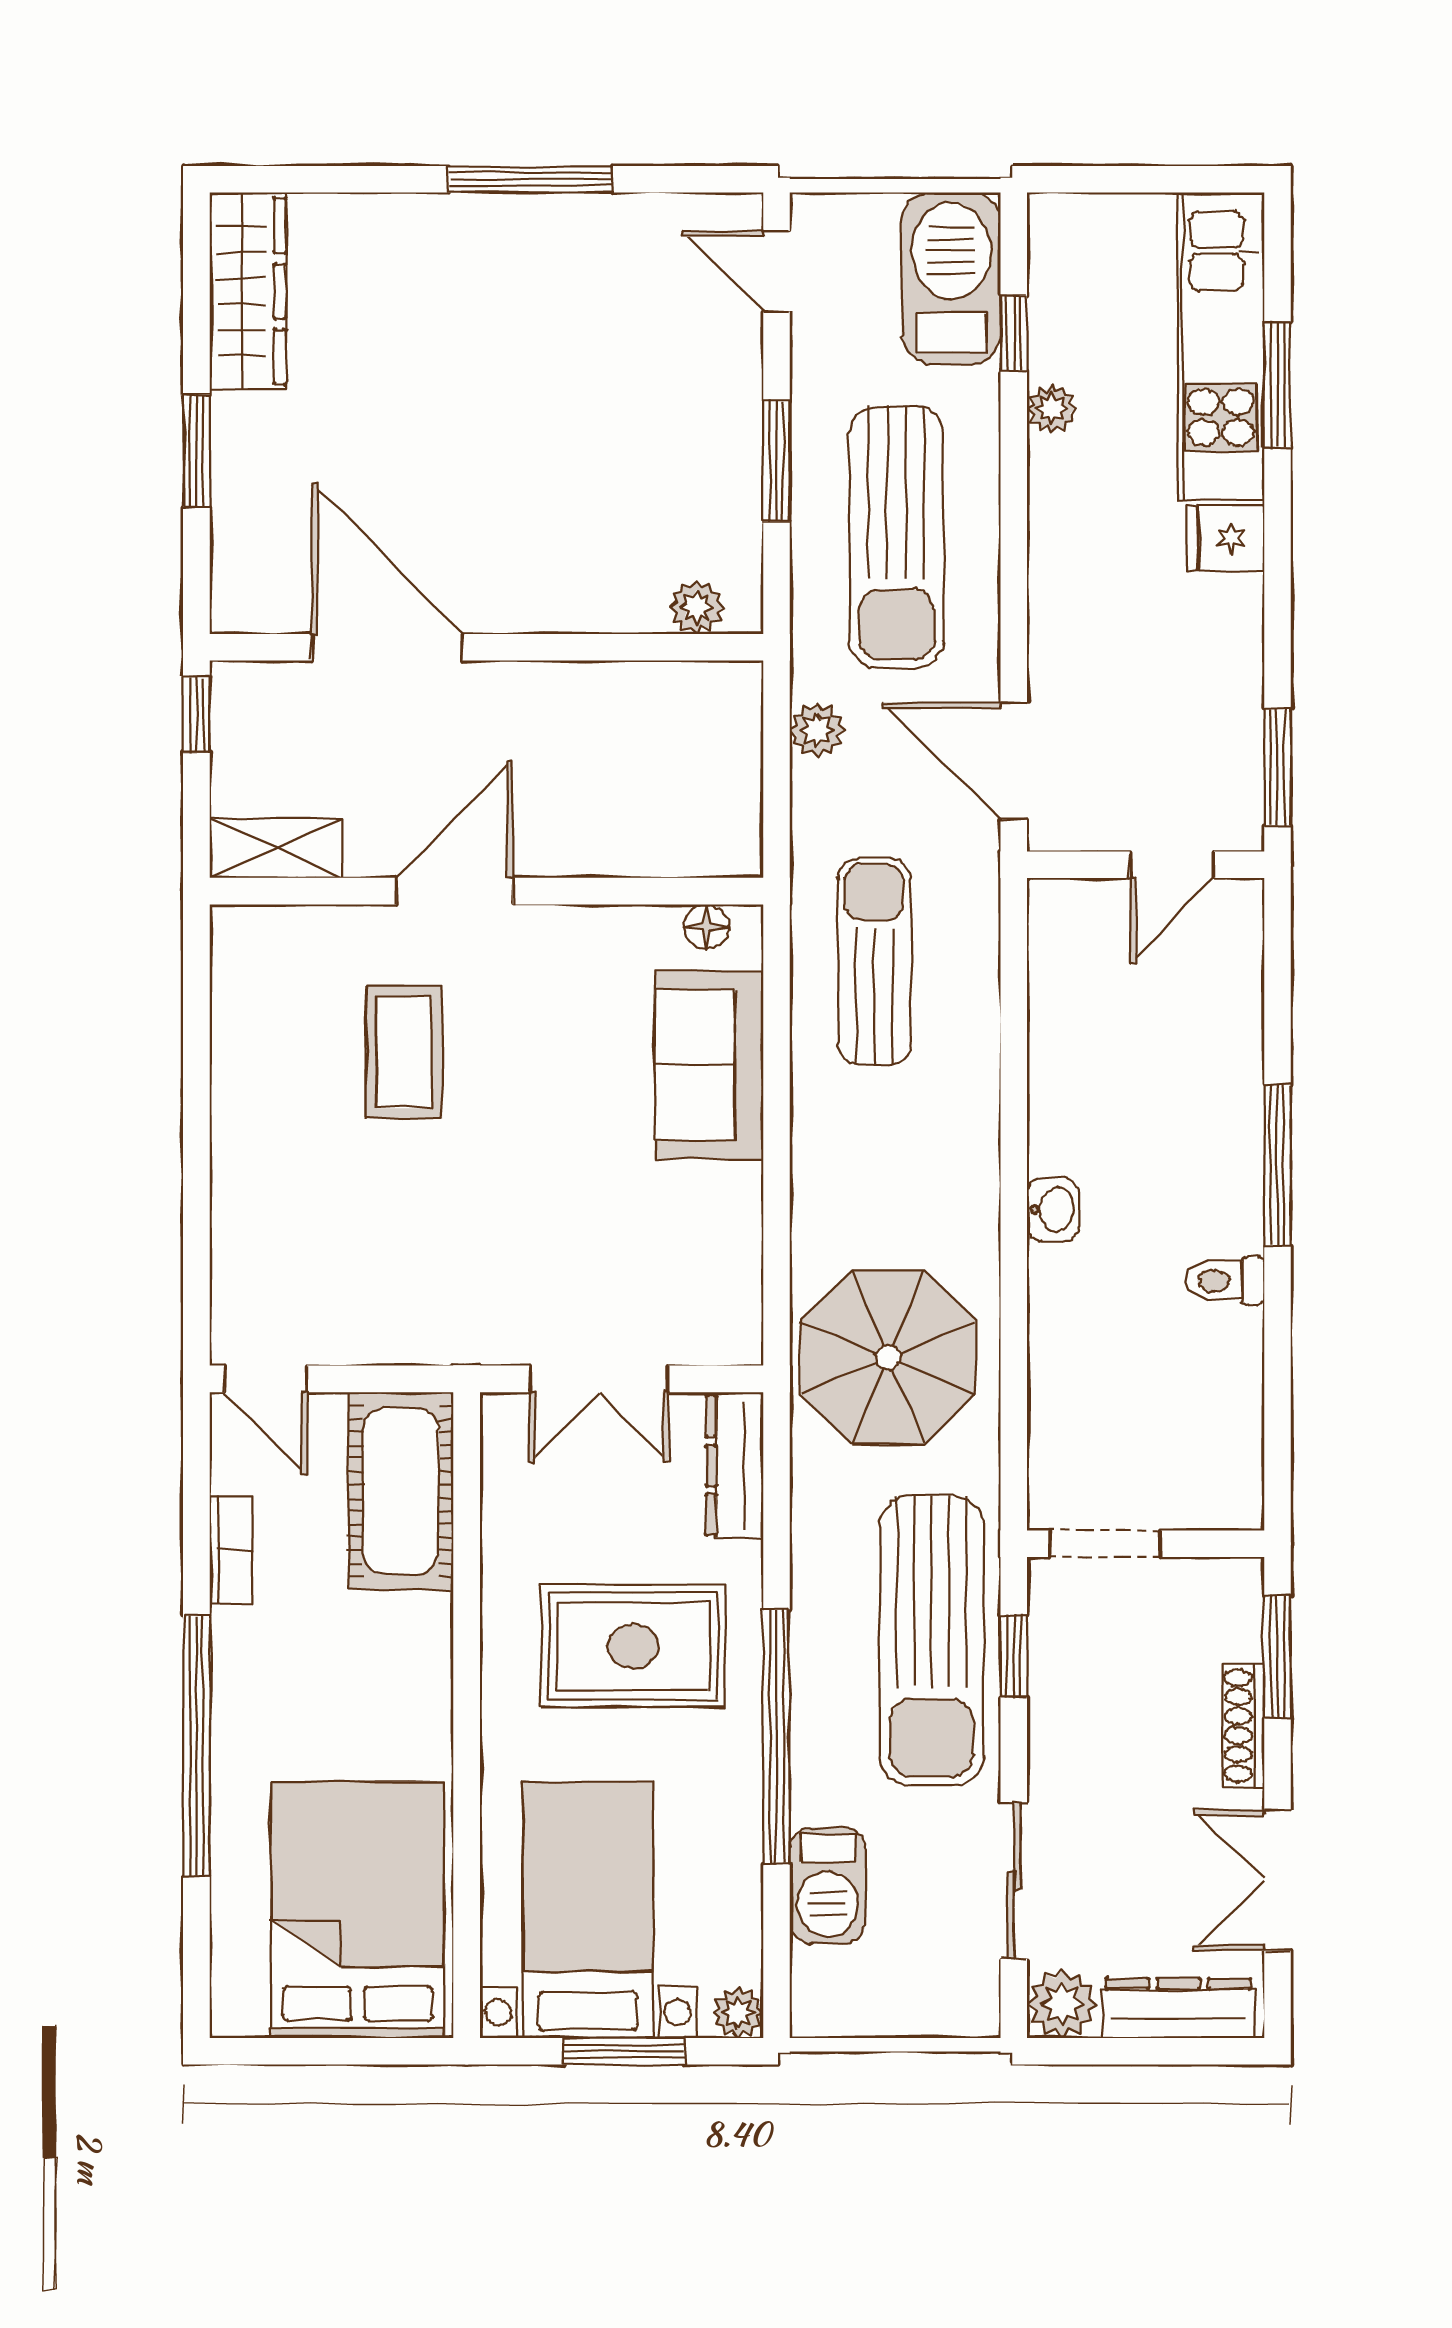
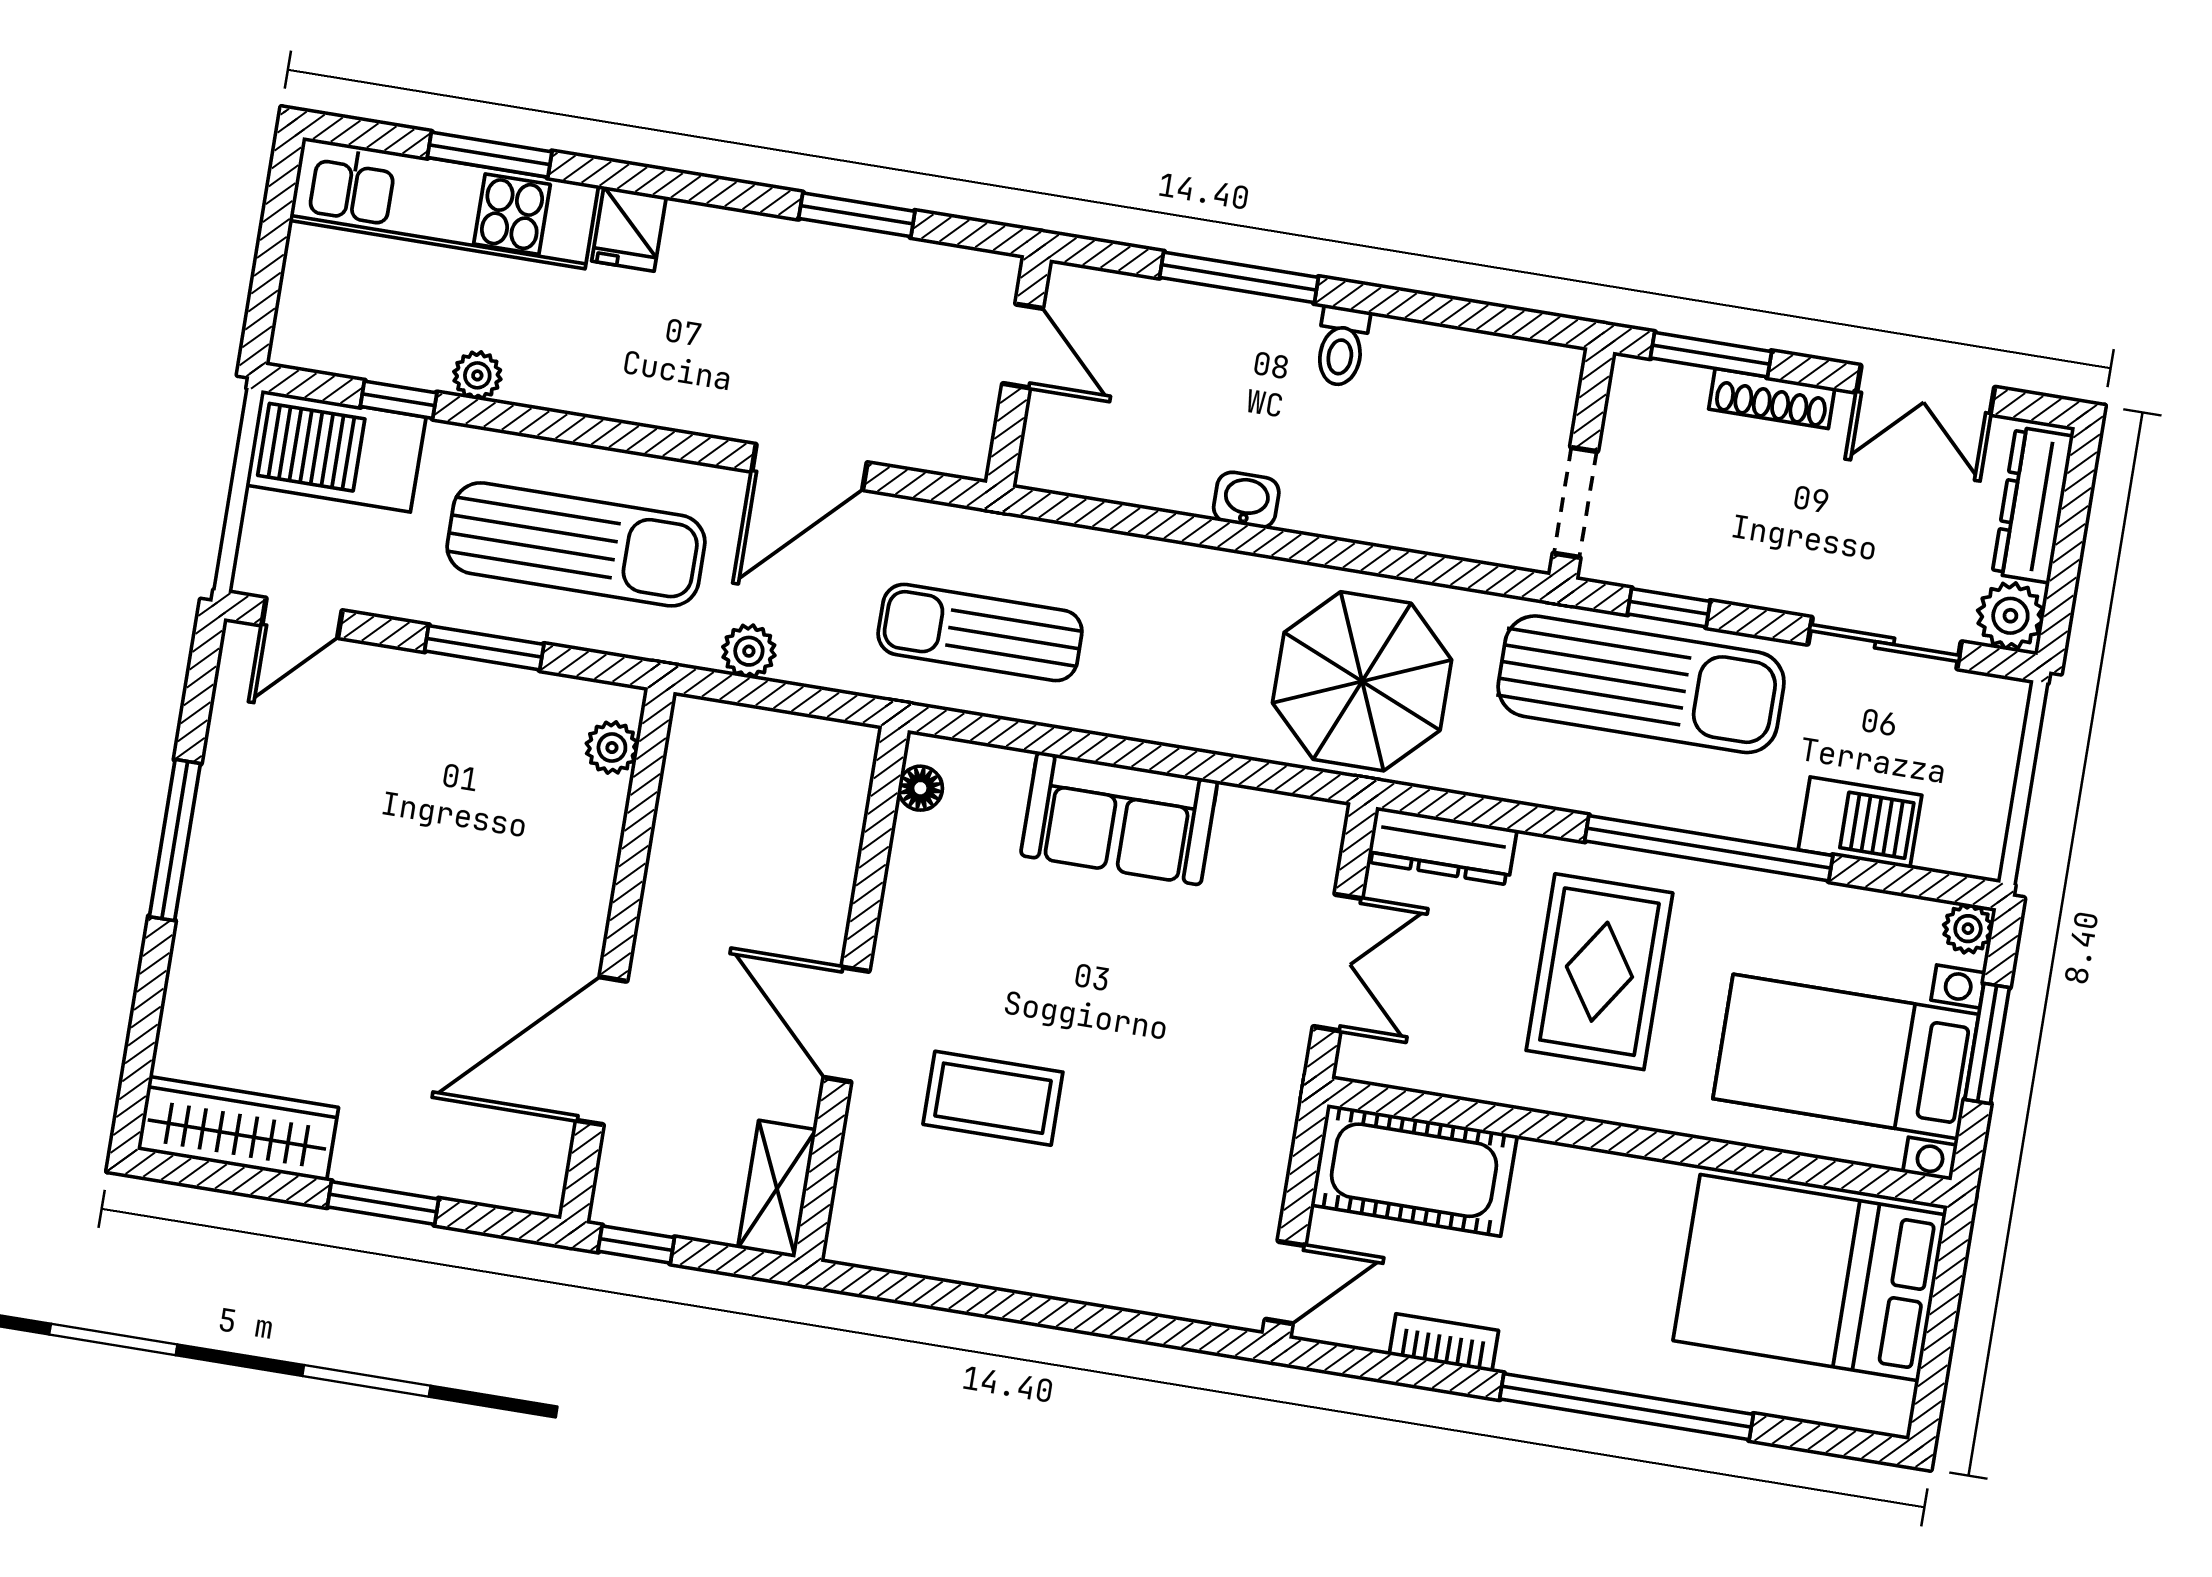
wall: (1146, 865) -> (1018, 371), moved
door: (1172, 865) -> (1023, 346), moved
sofa: (709, 1065) -> (1119, 818), moved

